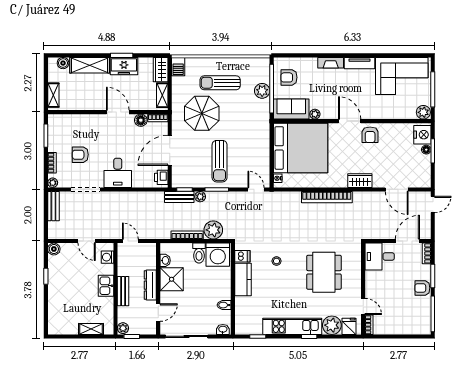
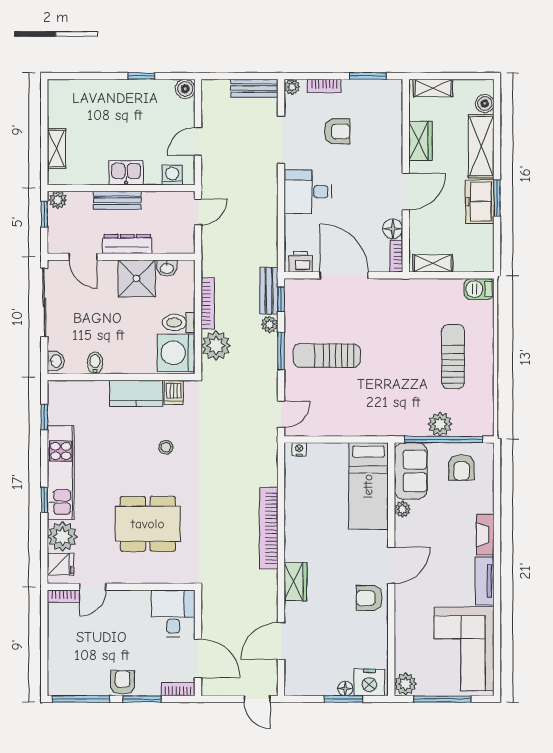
wardrobe: (161, 70) -> (420, 141), moved, turned 90
armchair: (289, 77) -> (461, 467), turned 180
parasol: (202, 113) -> (404, 327), removed
bed: (301, 148) -> (368, 486), width x0.49
armchair: (80, 155) -> (337, 131), turned 90

